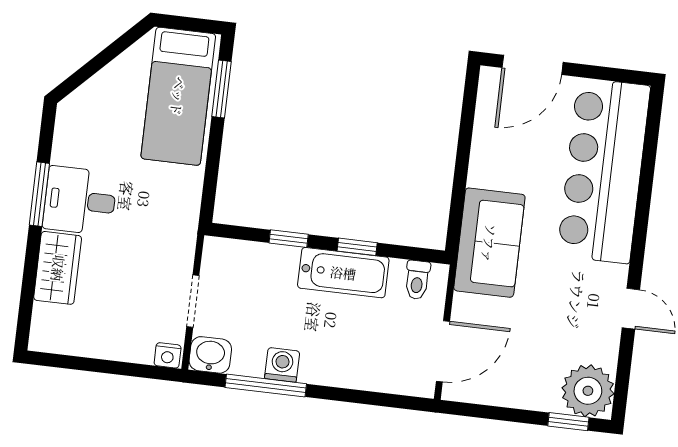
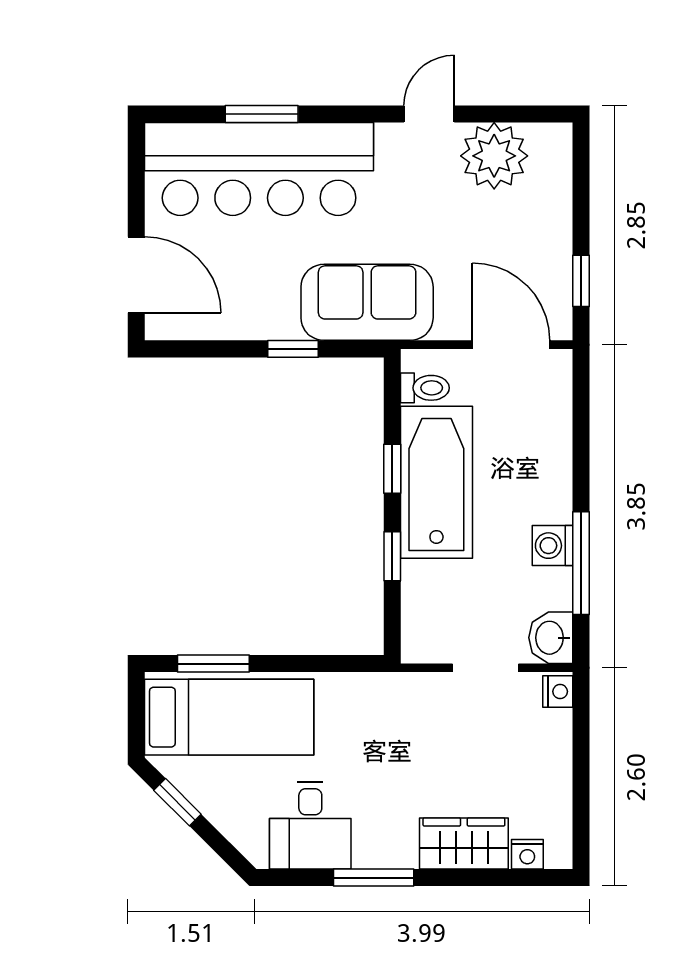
window: (117, 48) -> (177, 802), added
window: (646, 178) -> (262, 114), added
window: (460, 181) -> (293, 349), added
desk: (80, 201) -> (310, 825), moved
bathtub: (343, 273) -> (436, 482), width x1.36, depth x1.36
nightstand: (43, 316) -> (527, 854), added
plant: (588, 391) -> (494, 156), moved
window: (568, 422) -> (581, 281), moved

